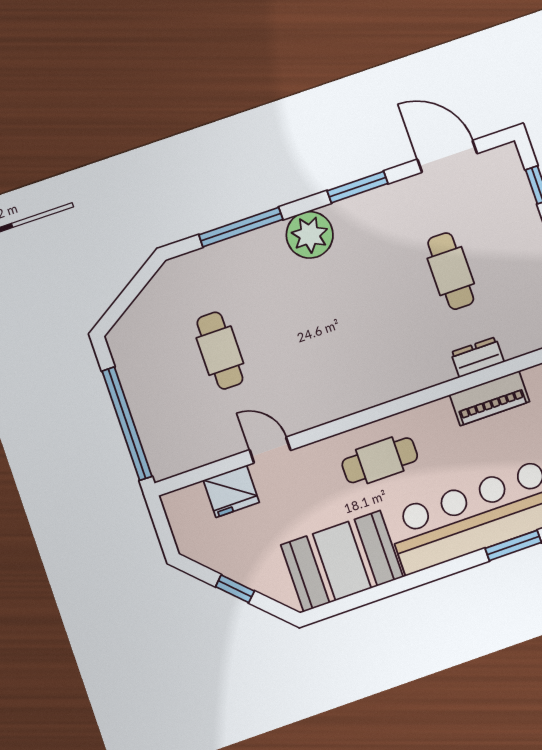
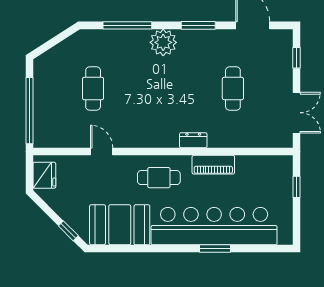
dresser: (477, 357) -> (193, 140), moved
piano: (490, 398) -> (213, 165), moved
fridge: (231, 491) -> (44, 175), moved, turned -90
window: (235, 589) -> (68, 231), moved

